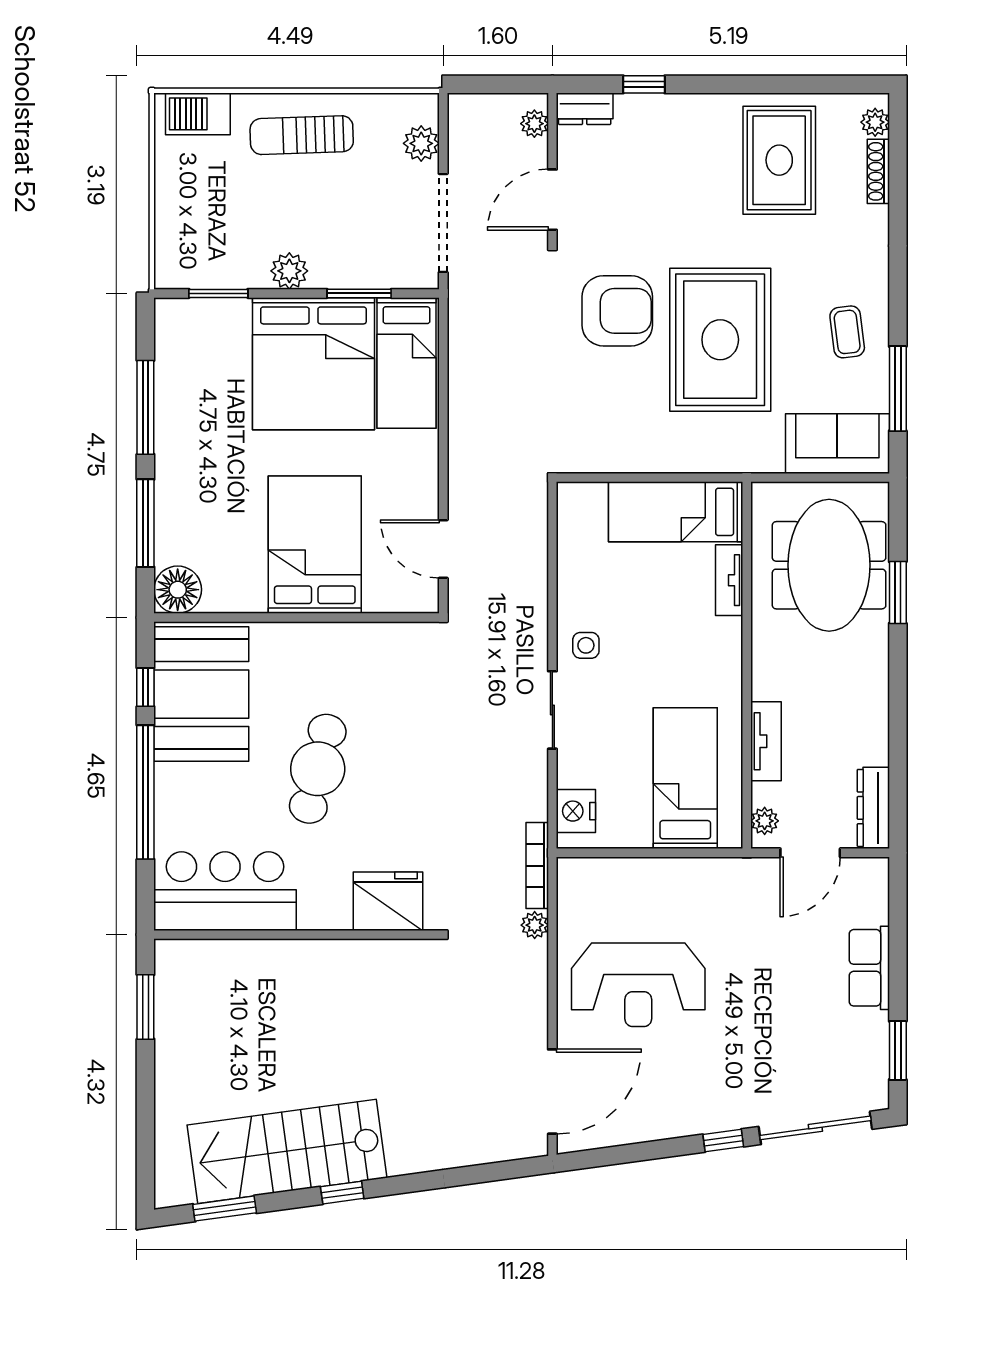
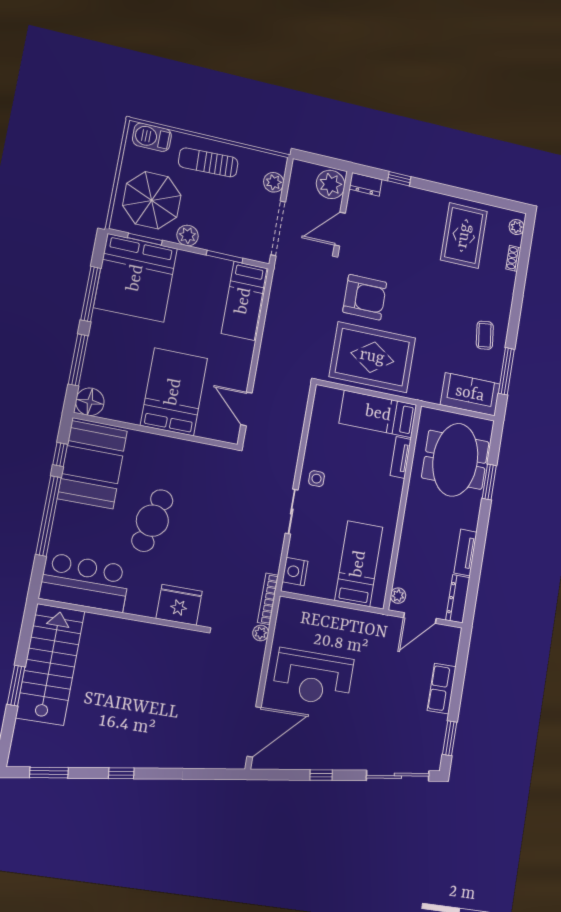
plant: (534, 124) -> (331, 184), width x1.88, depth x1.88
shoe rack: (878, 171) -> (513, 258), width x0.70
parasol: (218, 224) -> (152, 200), added
rug: (720, 340) -> (372, 357), moved, turned 90
bed: (313, 364) -> (136, 278), moved
tv unit: (766, 741) -> (465, 552), moved, turned 180
window: (145, 1007) -> (16, 686), moved
window: (723, 1140) -> (321, 775), moved
stairs: (287, 1151) -> (50, 664), moved, turned 98

